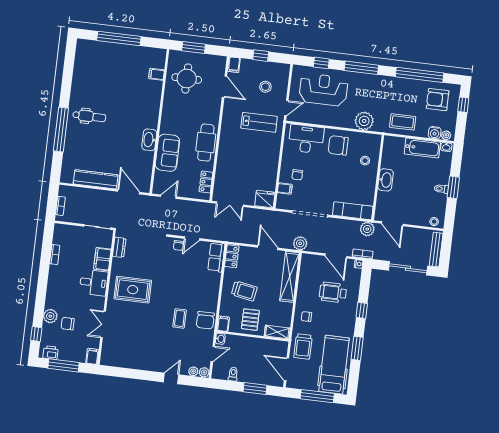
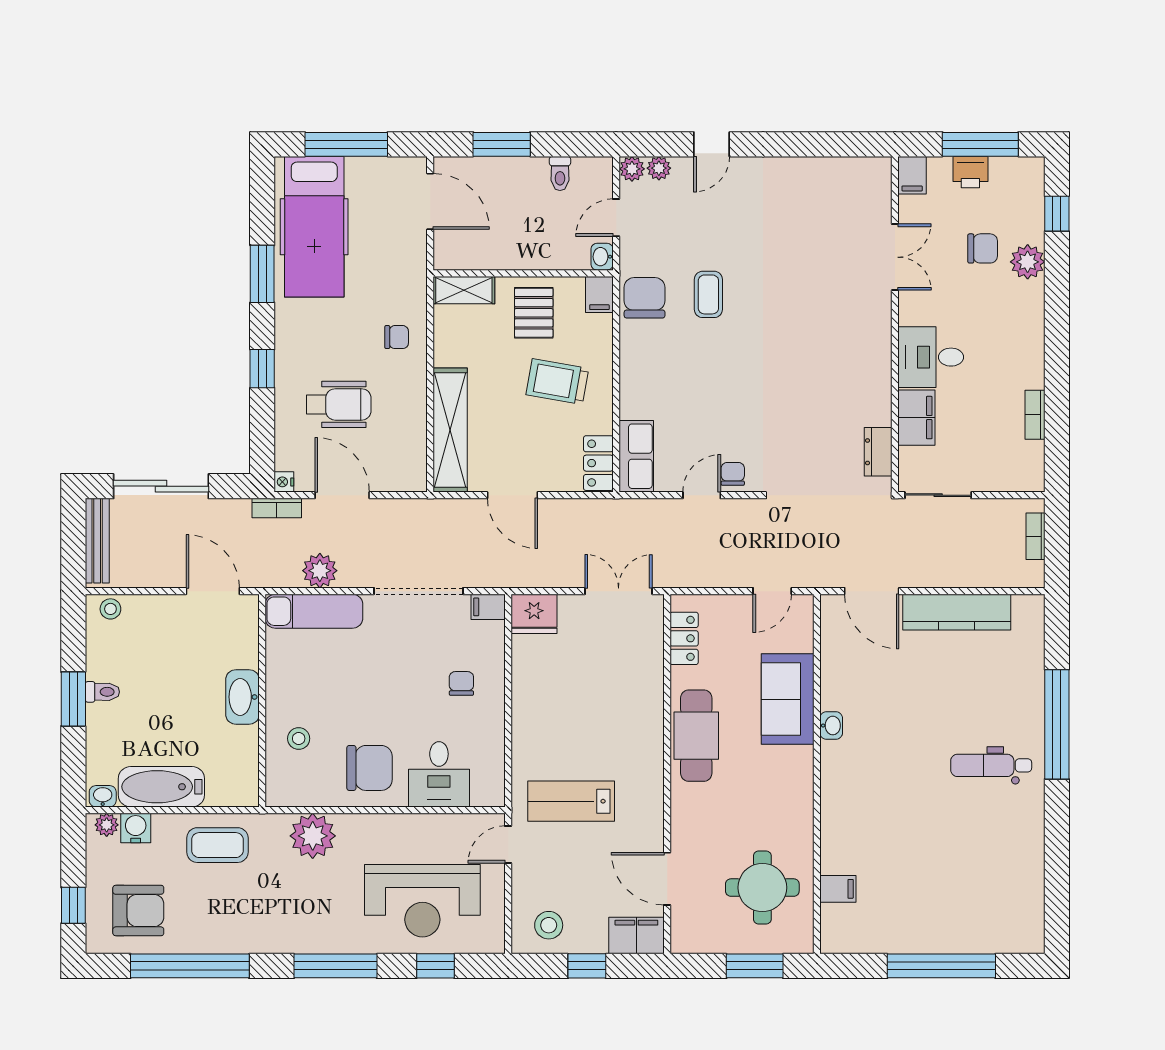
filing cabinet: (234, 65) -> (636, 936), width x2.00
stool: (265, 87) -> (549, 925), moved
desk: (306, 139) -> (439, 774), width x0.73
washbasin: (149, 140) -> (831, 726), width x0.52, depth x0.69
filing cabinet: (285, 189) -> (488, 607), moved
plant: (367, 229) -> (320, 571), moved
plant: (300, 243) -> (434, 515), removed
rug: (133, 290) -> (832, 352), removed
trolley: (303, 346) -> (396, 262), removed
printer: (51, 353) -> (970, 172), moved

